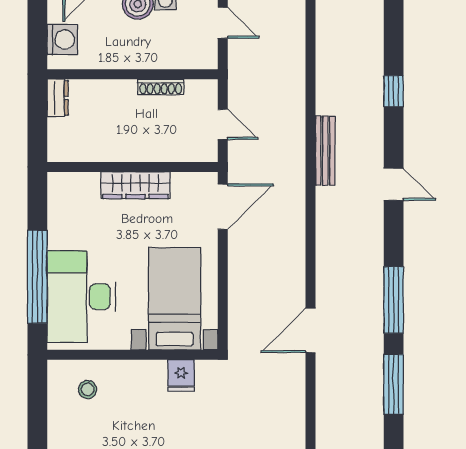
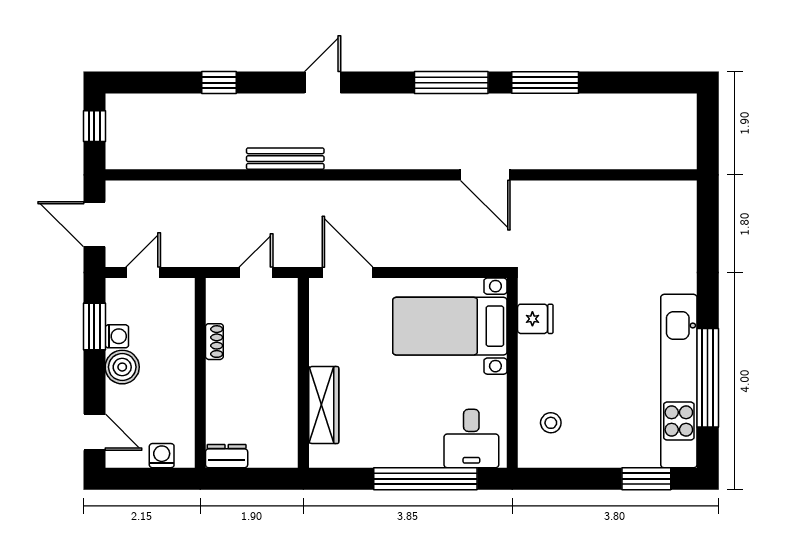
washing machine: (62, 40) -> (162, 456), width x0.73, depth x0.73
shoe rack: (161, 87) -> (214, 342), width x0.70
wardrobe: (135, 185) -> (324, 405), moved
desk: (81, 297) -> (471, 439), width x0.53, depth x0.77

